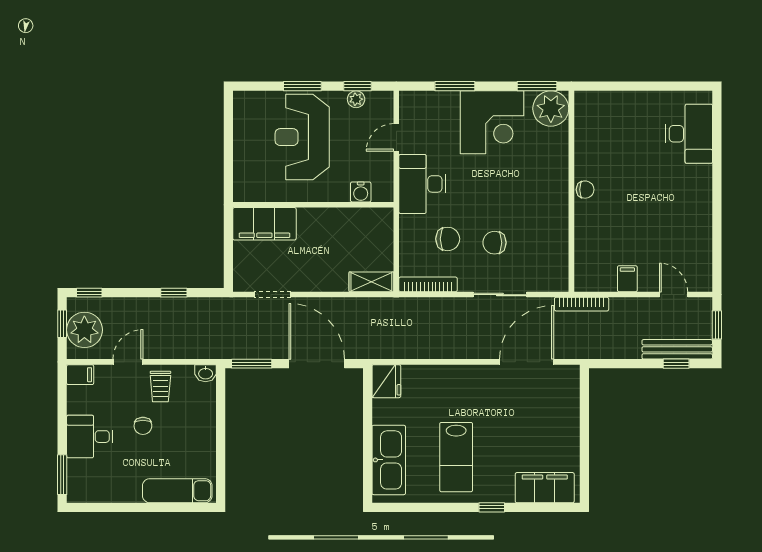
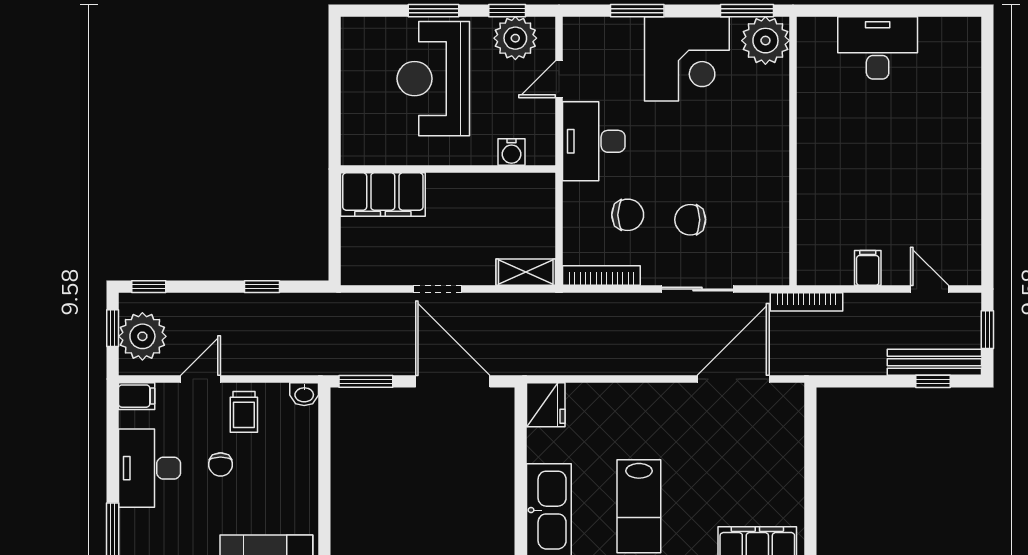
plant: (356, 99) -> (515, 38), width x1.88, depth x1.88
desk: (689, 134) -> (878, 48), moved, turned -90
chair: (585, 190) -> (811, 149), removed
doorway: (272, 295) -> (438, 289), moved
desk: (90, 437) -> (150, 468), width x1.37

